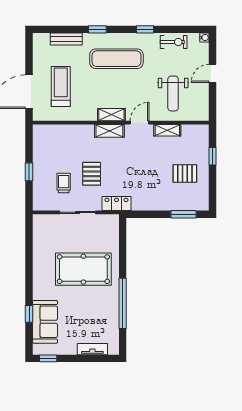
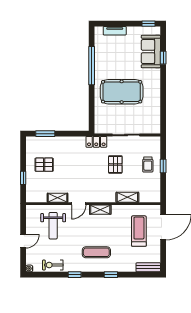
bench: (66, 39) -> (148, 267), moved
exercise mat: (116, 59) -> (96, 252), width x0.73, depth x0.69
treadmill: (61, 86) -> (139, 231), turned 180
weight bench: (173, 93) -> (53, 226), turned 180
shelving: (109, 131) -> (127, 197), moved
trolley: (64, 183) -> (148, 165), moved

